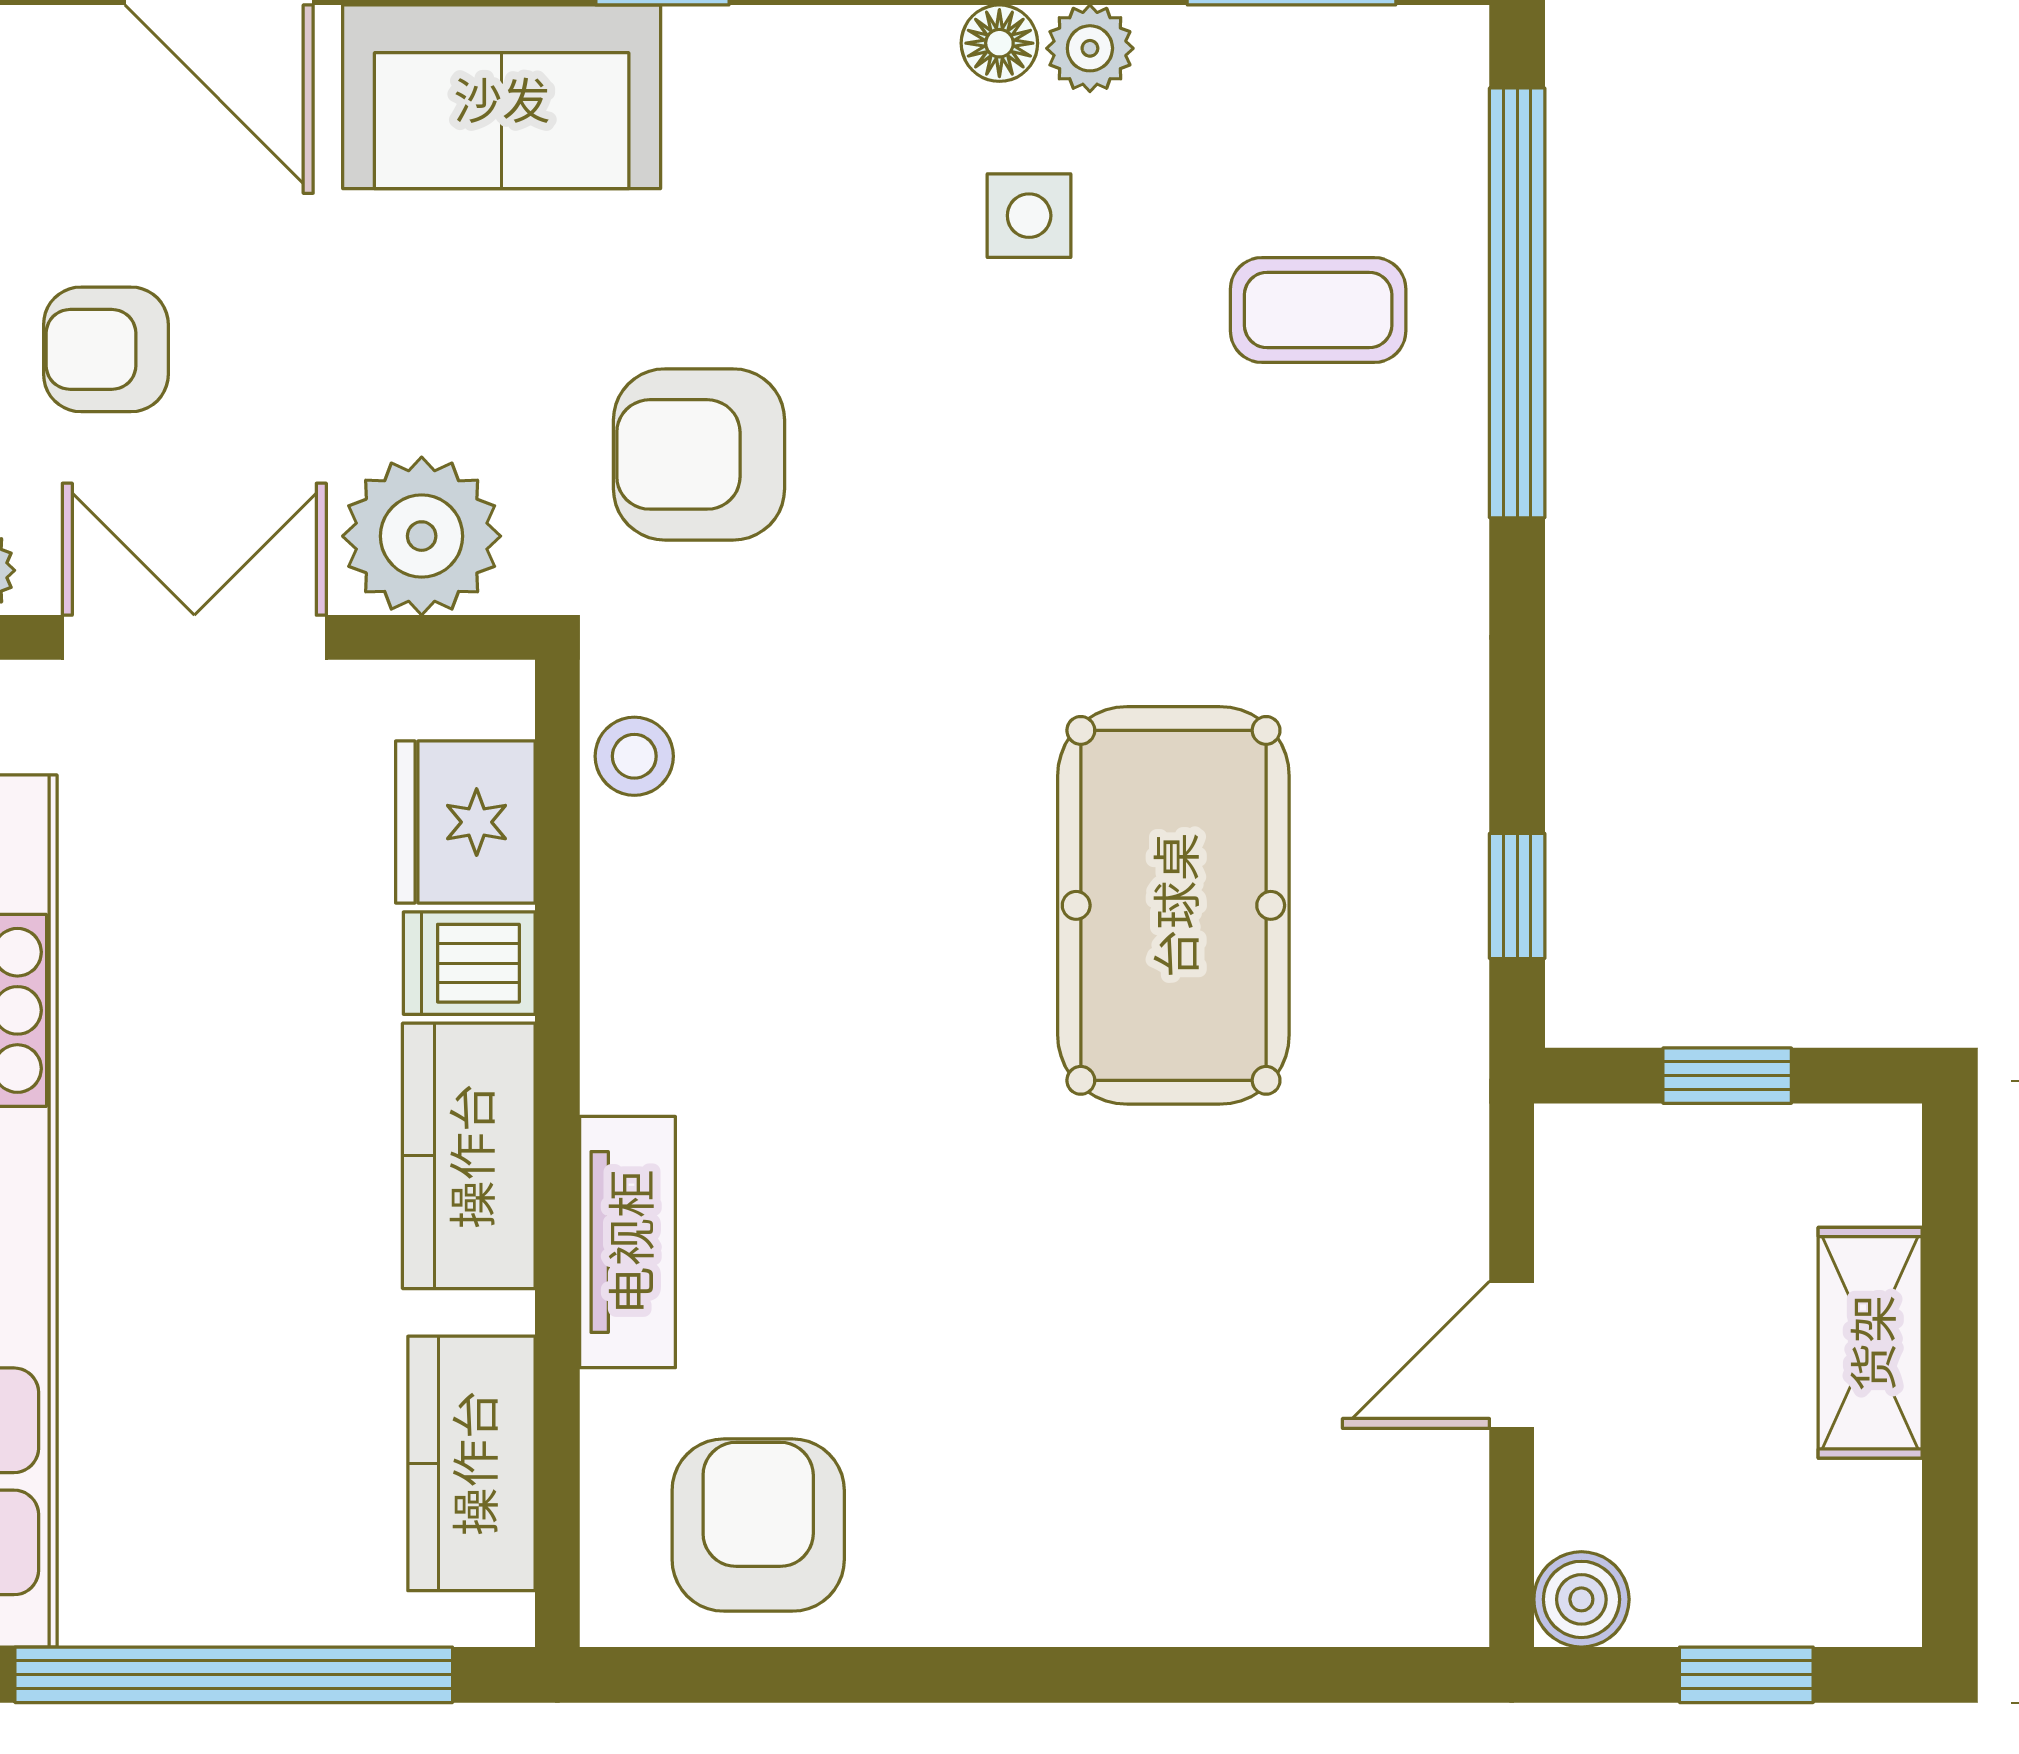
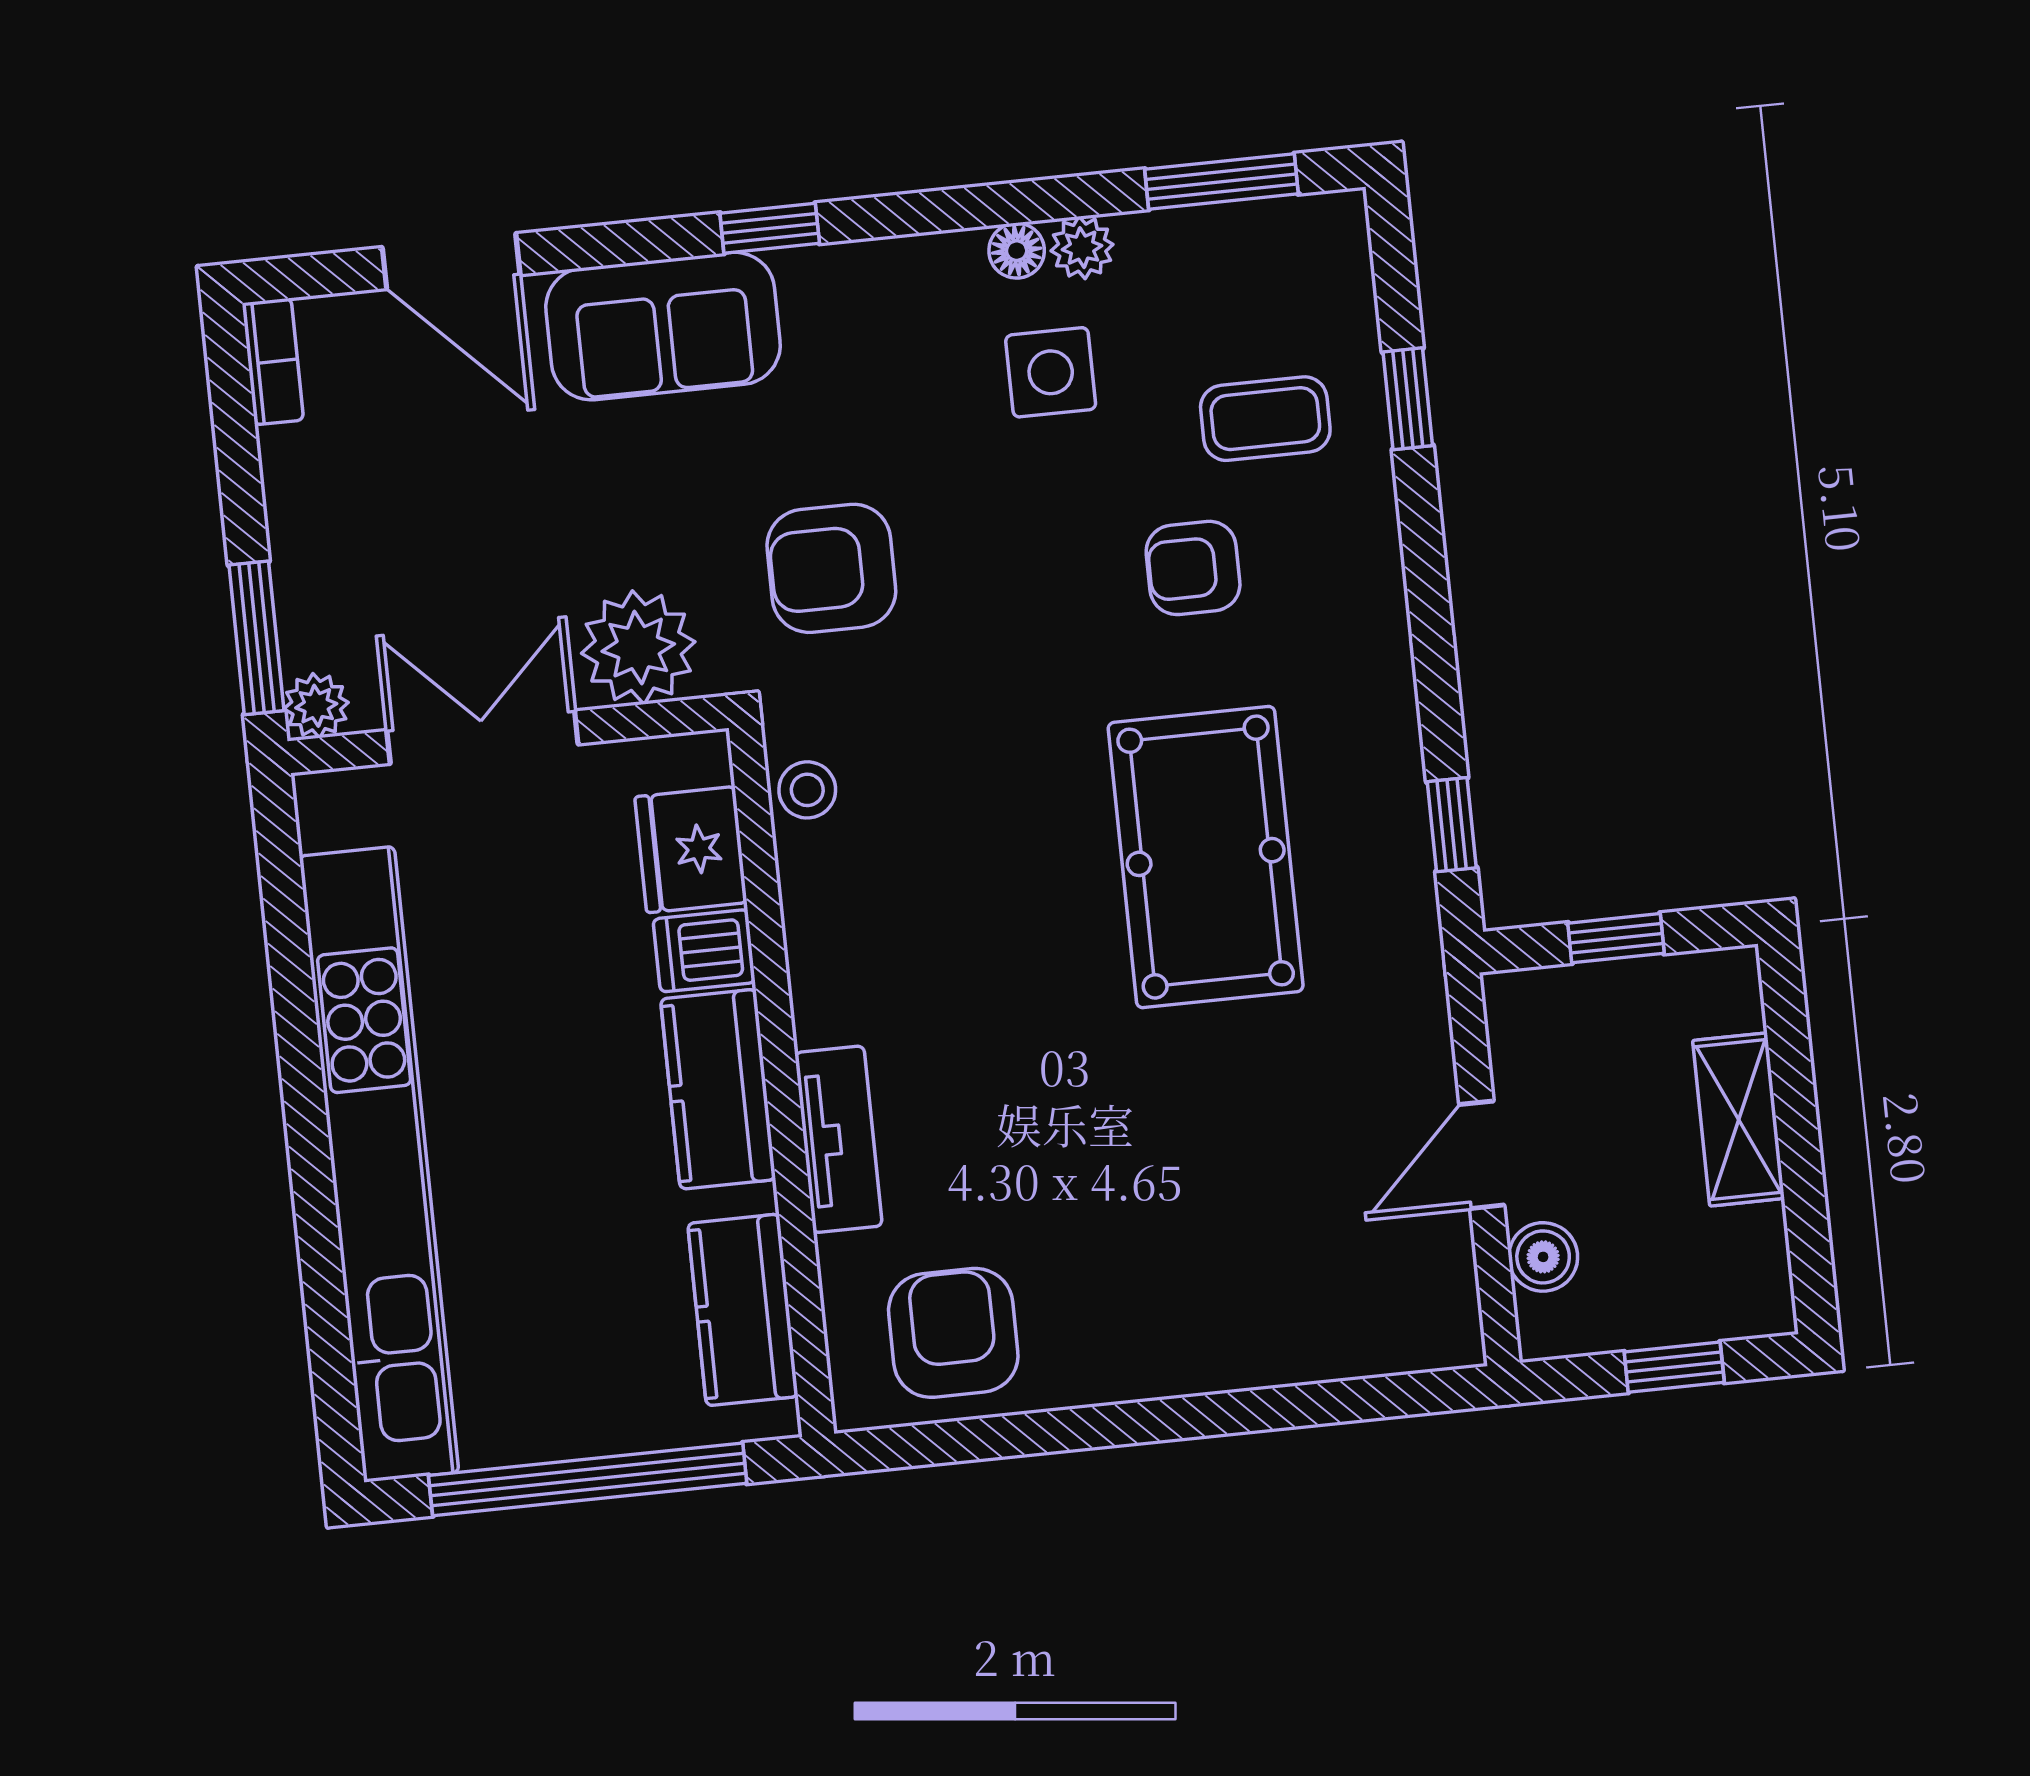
side table: (1029, 216) -> (1051, 372), width x1.37, depth x1.37
window: (1517, 303) -> (1408, 399), width x0.32
armchair: (106, 349) -> (1193, 568), moved
boiler: (1581, 1599) -> (1543, 1257), moved

